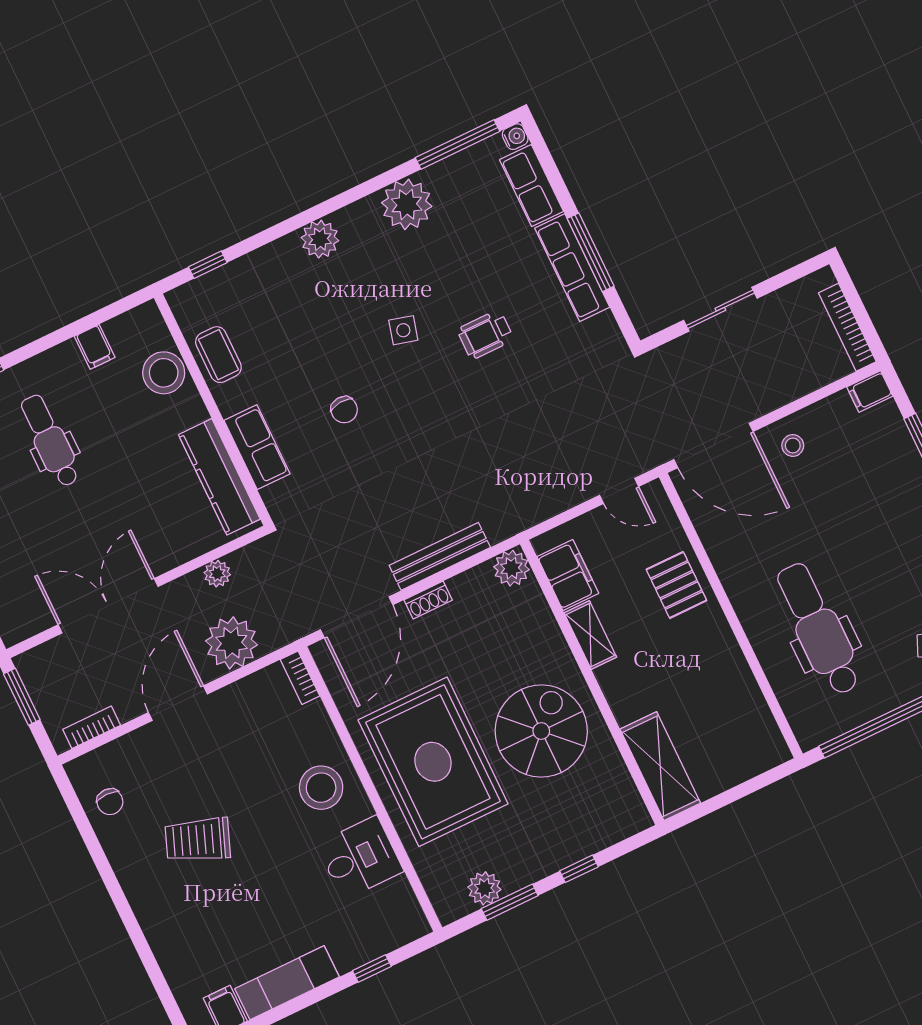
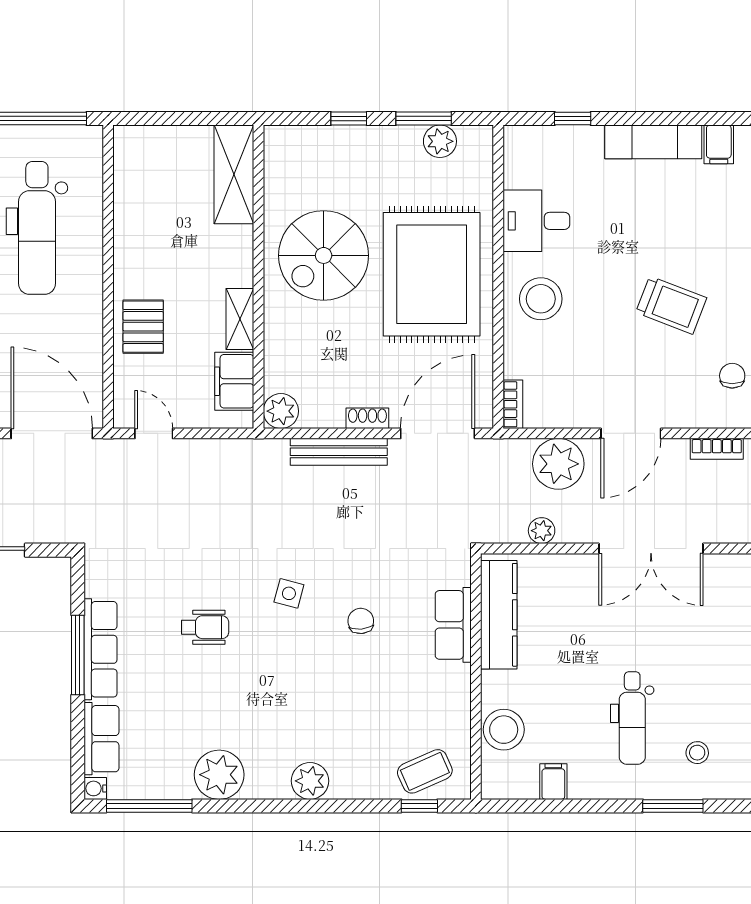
side table: (403, 330) -> (289, 593), moved
coffee table: (218, 355) -> (425, 771), moved, turned 66

